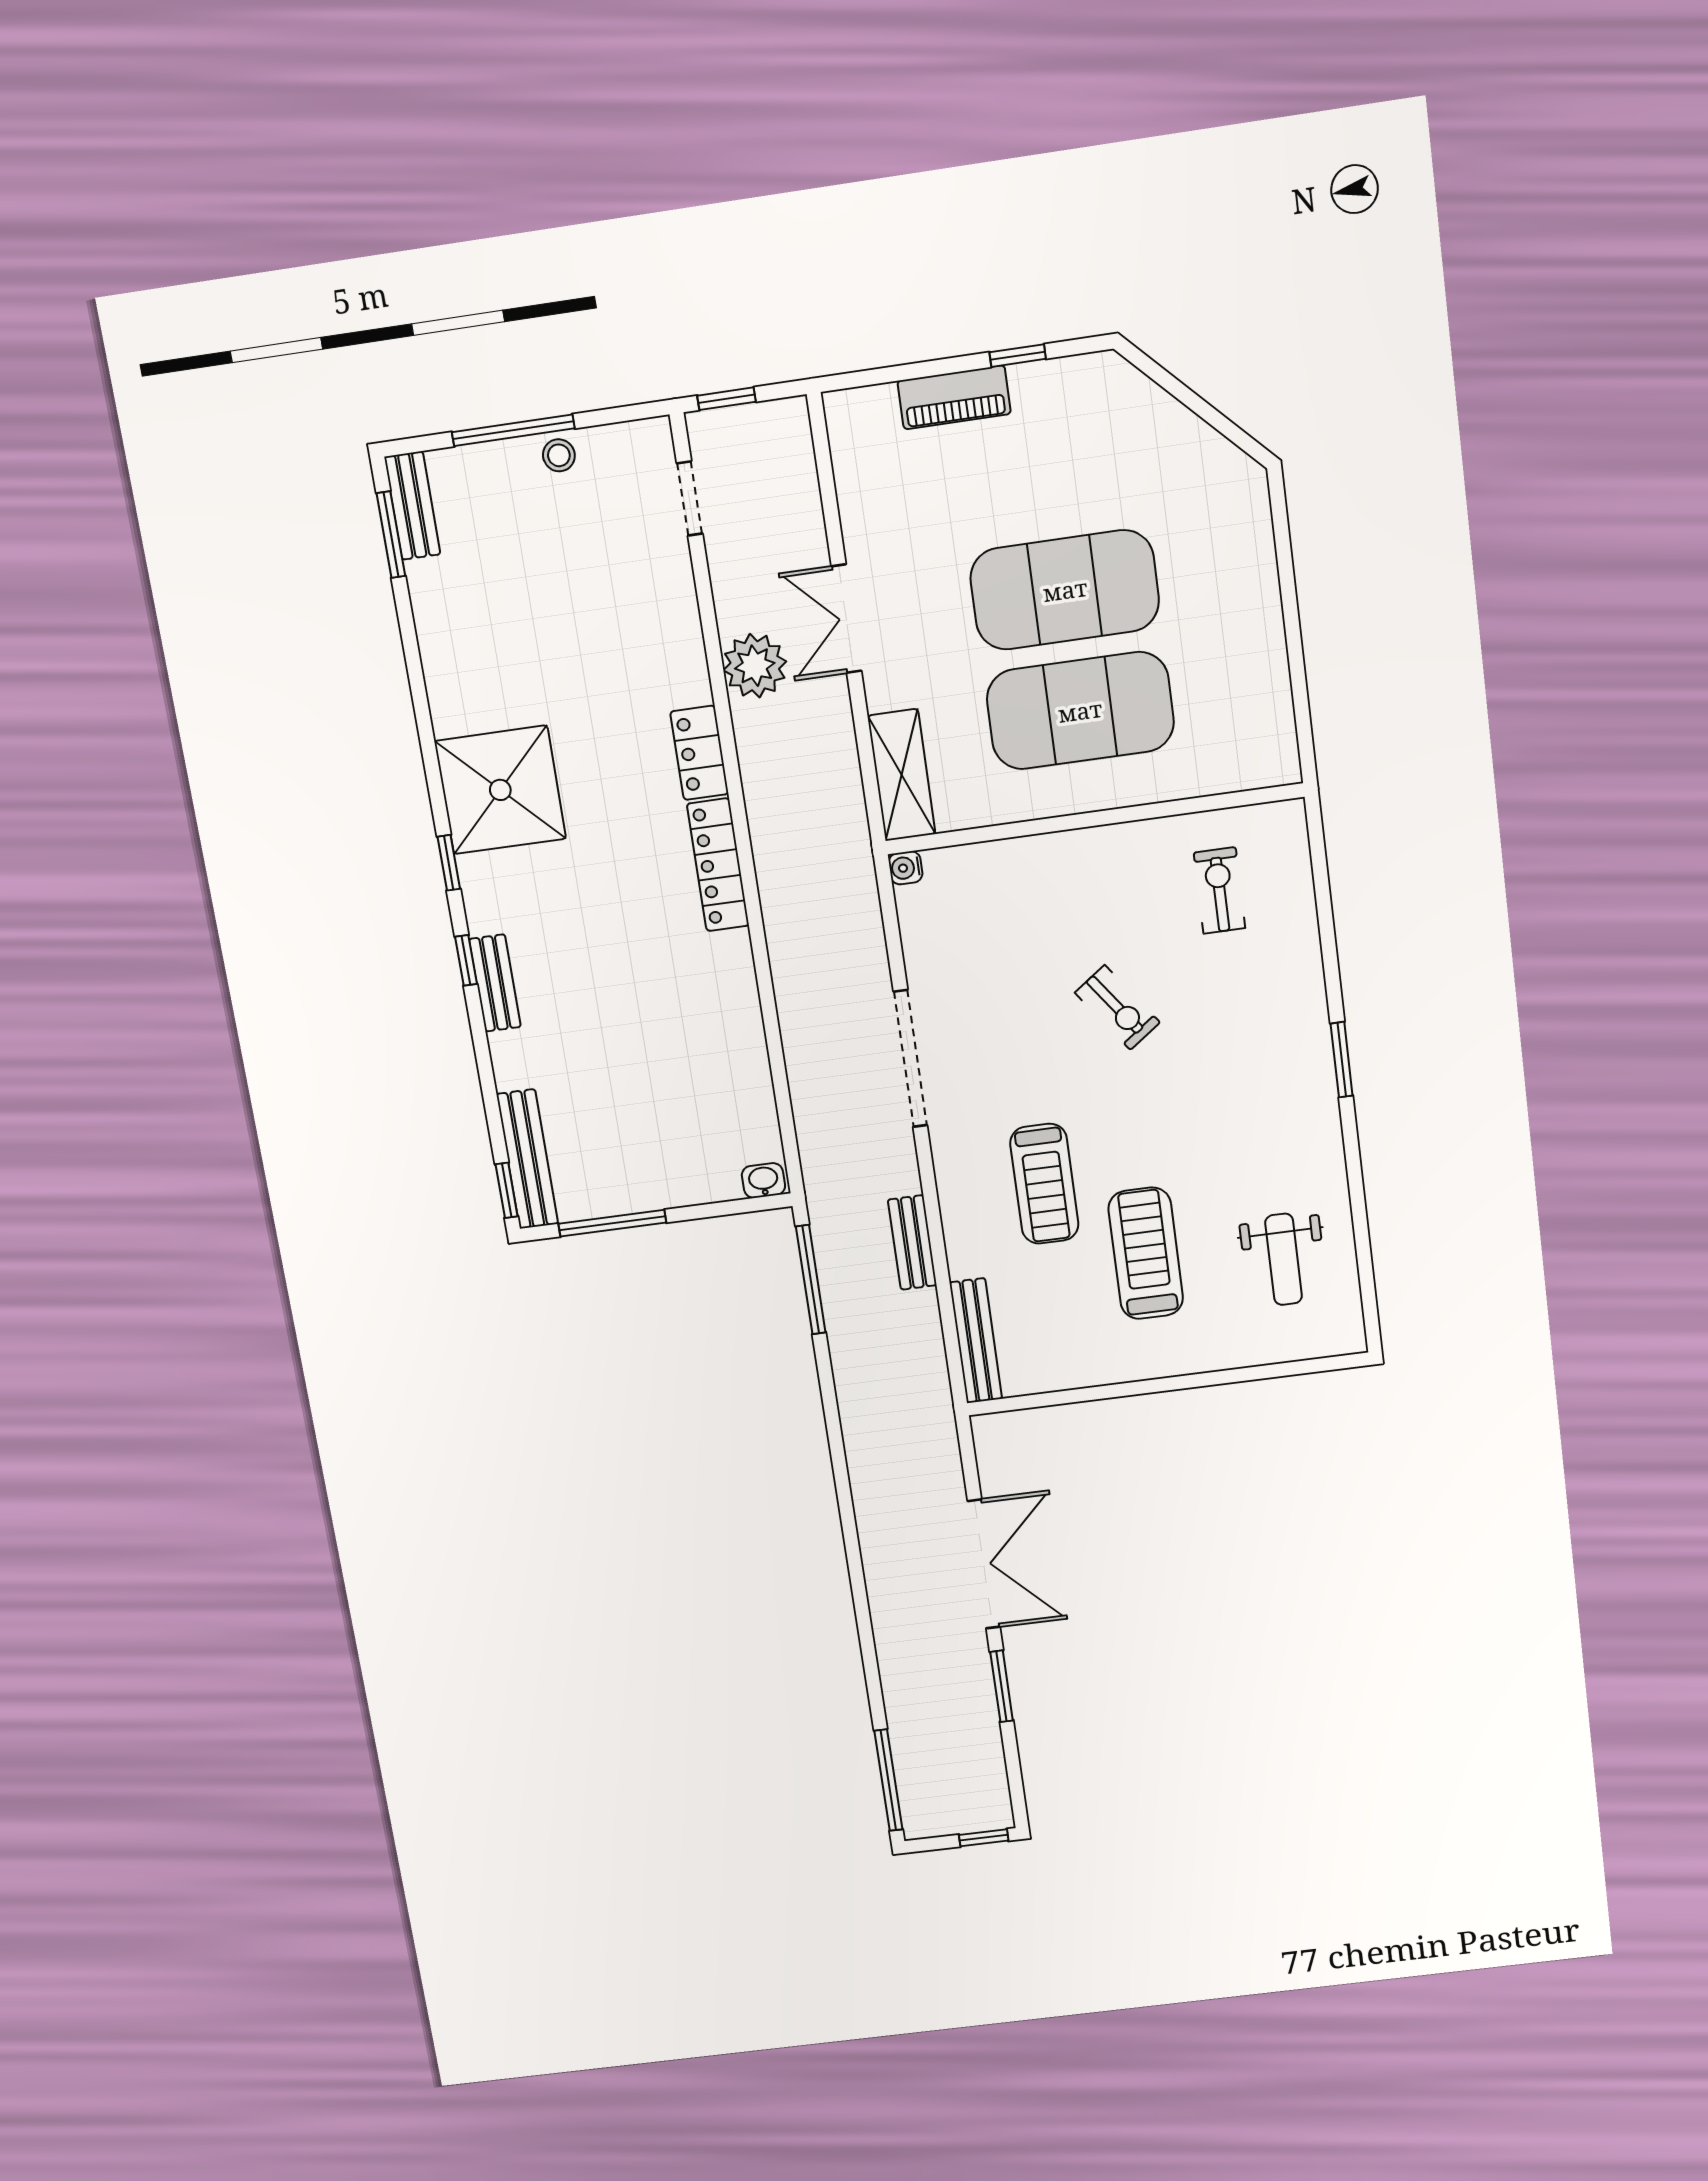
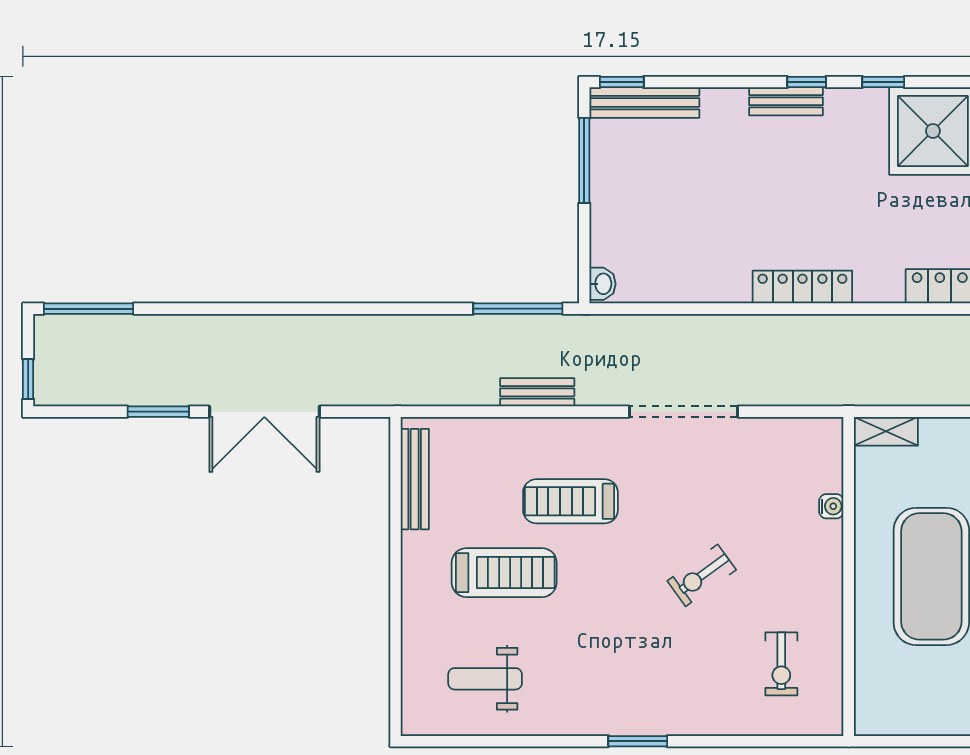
shelving: (902, 775) -> (886, 431), width x0.67, depth x0.75
locker: (718, 865) -> (802, 287), moved
water cooler: (906, 868) -> (831, 506), moved, turned 90
exercise bike: (1220, 890) -> (781, 664), turned 90
bench: (976, 1341) -> (415, 479), moved, turned 90

